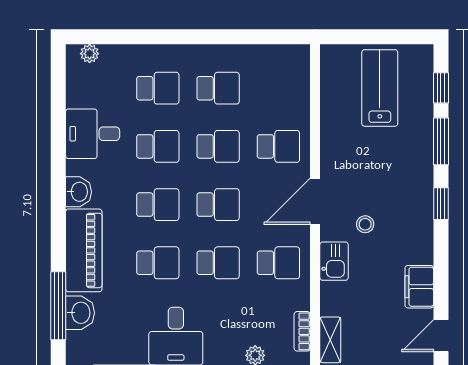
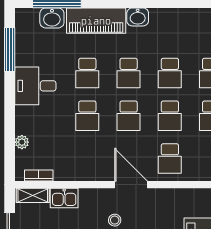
desk: (93, 134) -> (179, 27), removed
kitchen sink: (334, 261) -> (64, 198), moved
school desk: (278, 263) -> (87, 159), removed

